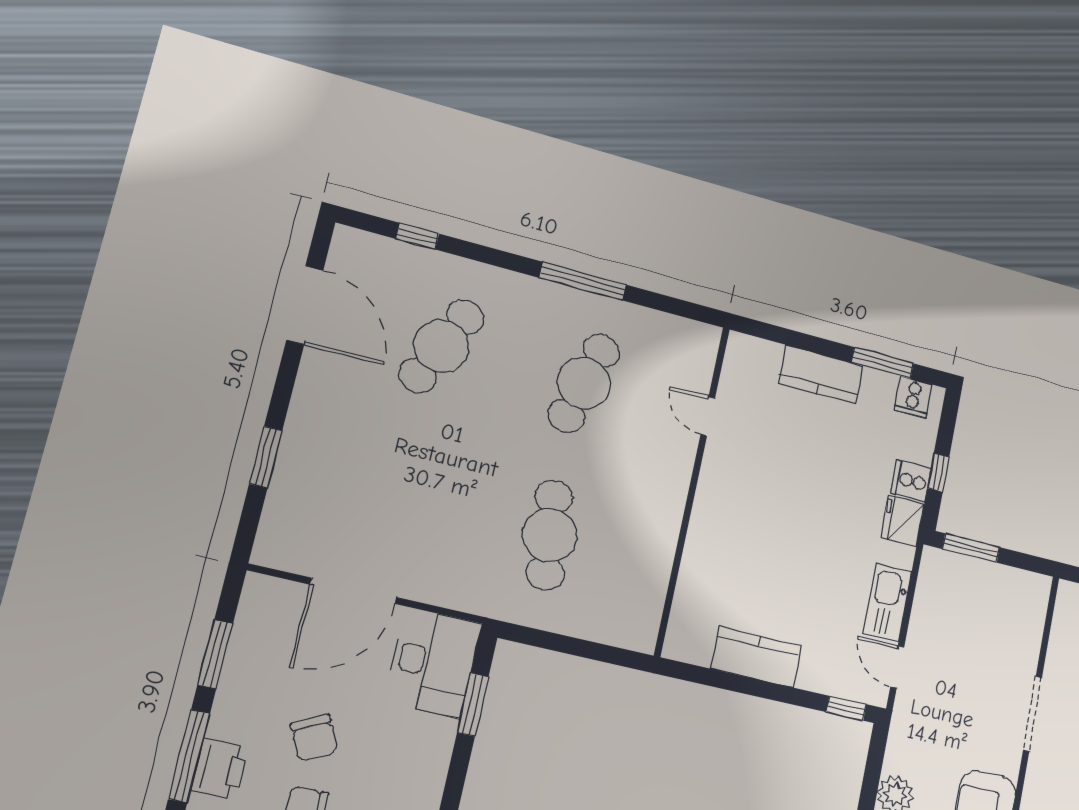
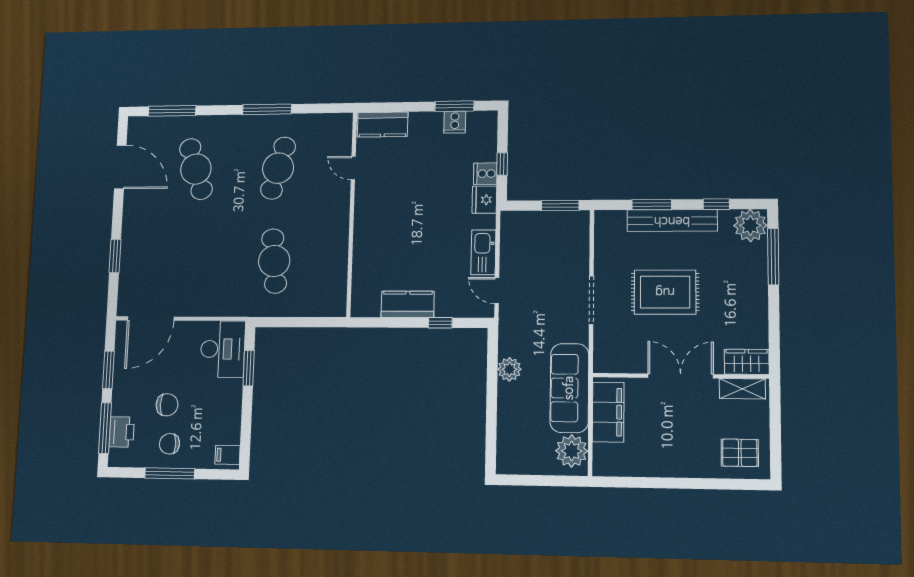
window: (417, 236) -> (172, 111), width x2.17
cafe table: (441, 346) -> (196, 169), turned -42
kitchen counter: (821, 374) -> (383, 125), moved
cooker: (913, 397) -> (455, 122), moved
window: (971, 548) -> (560, 205), moved
door: (353, 591) -> (151, 319), moved
window: (846, 708) -> (440, 323), moved
chair: (314, 738) -> (167, 405), turned -63

